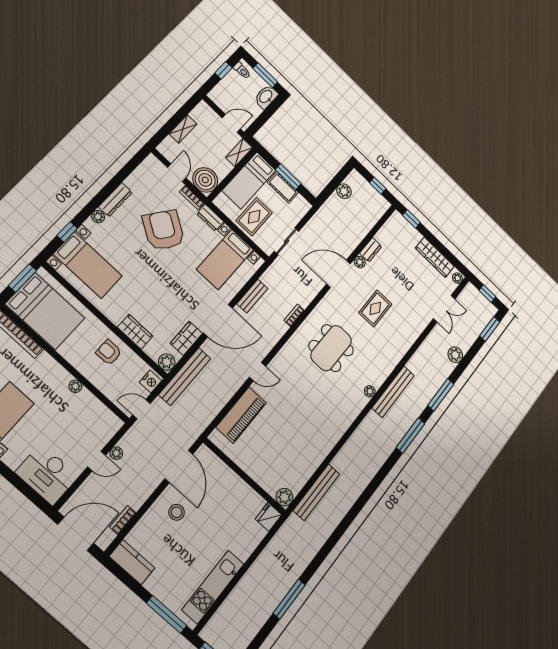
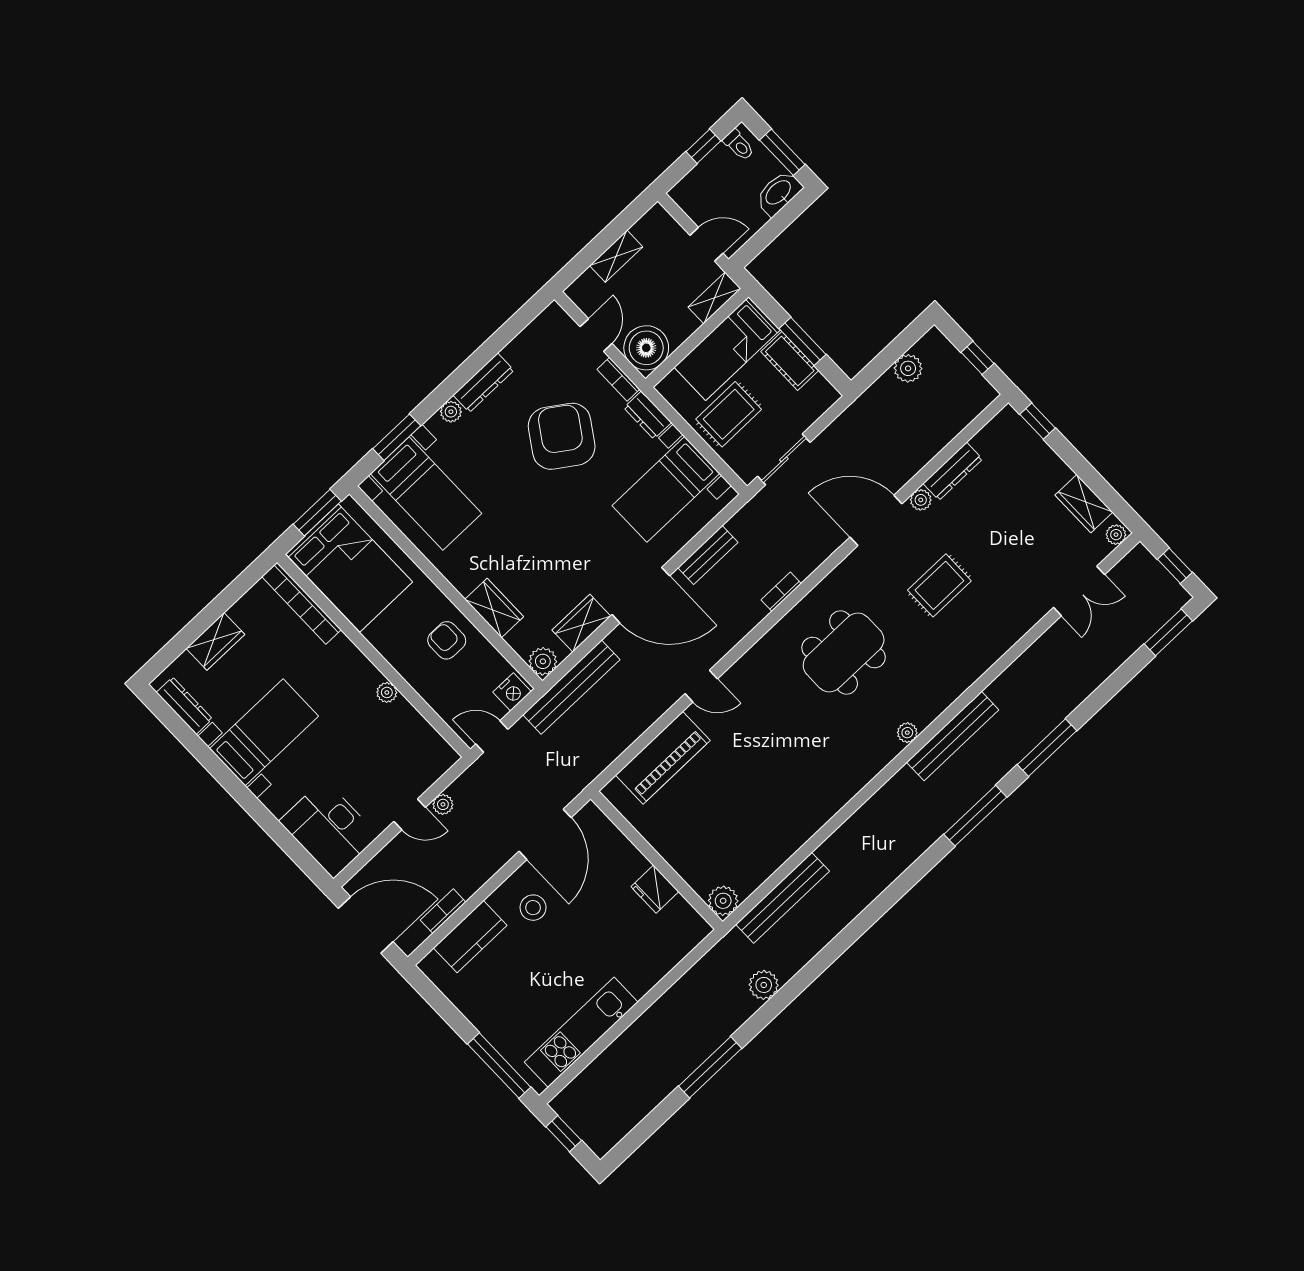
window: (67, 232) -> (397, 437), width x1.50
dresser: (371, 250) -> (953, 471), width x1.44
wardrobe: (435, 257) -> (1084, 504), width x0.67
plant: (455, 355) -> (764, 985), moved
fridge: (268, 517) -> (655, 889), moved, turned -90
kitchen counter: (132, 562) -> (470, 937), moved, turned 90

